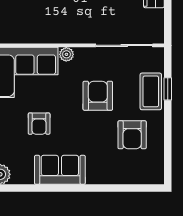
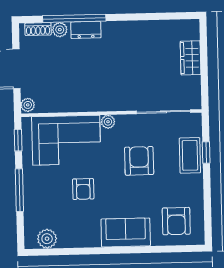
armchair: (132, 135) -> (176, 221), moved
sofa: (60, 170) -> (126, 232), moved

